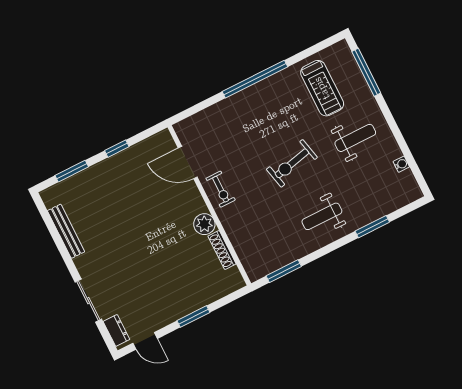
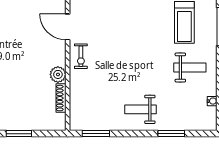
exercise bike: (292, 163) -> (138, 63), removed

